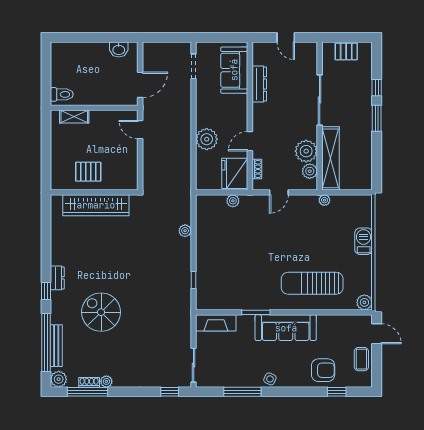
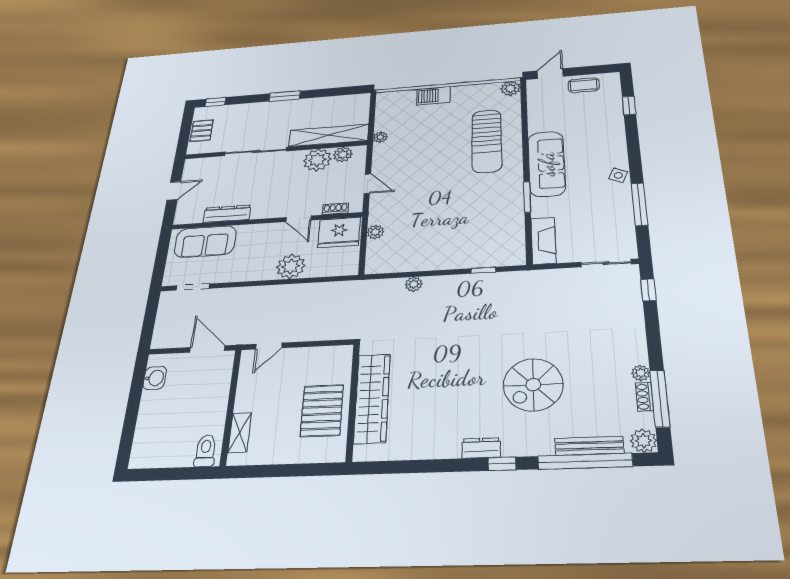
window: (377, 88) -> (216, 102), moved
pallet: (88, 172) -> (322, 411), width x1.50, depth x1.42
armchair: (323, 370) -> (601, 121), removed

